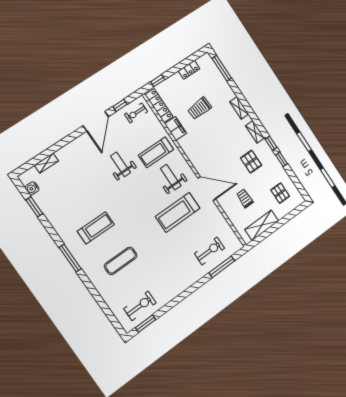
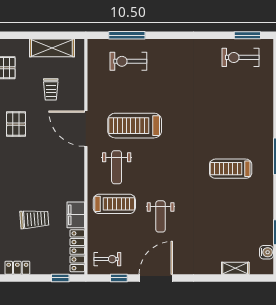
treadmill: (178, 212) -> (135, 126), turned 180
exercise mat: (121, 261) -> (229, 117), removed

